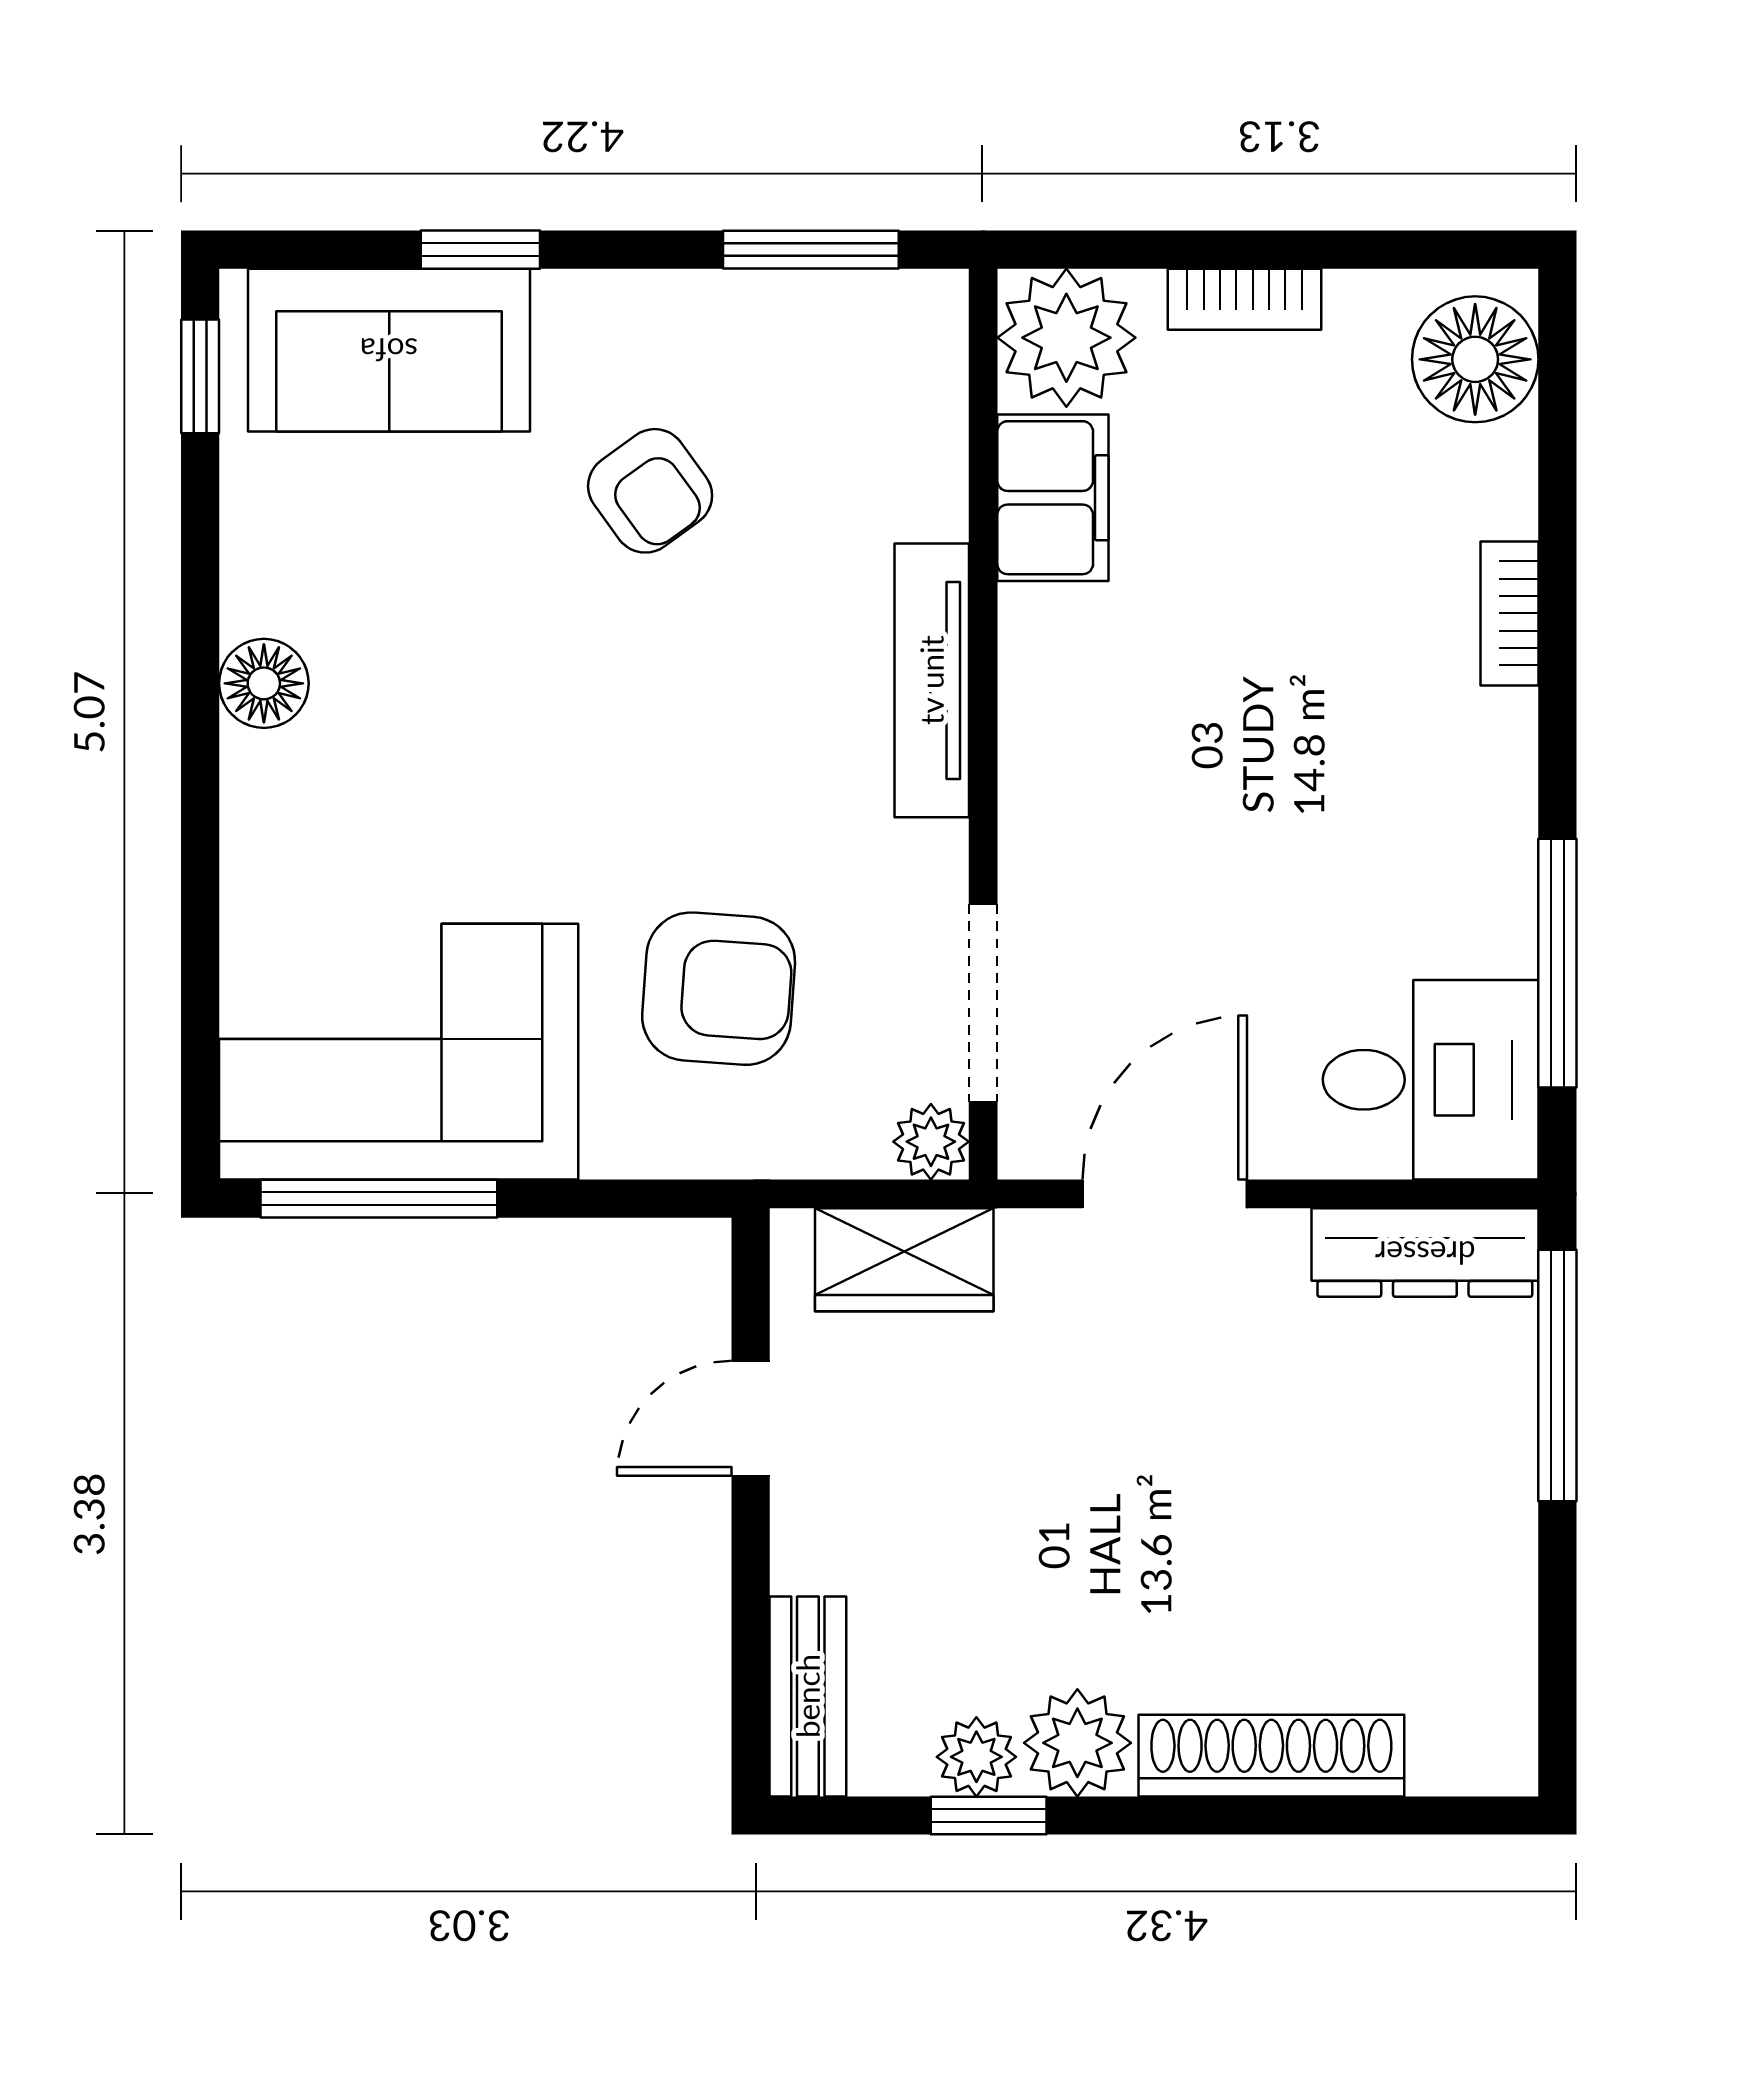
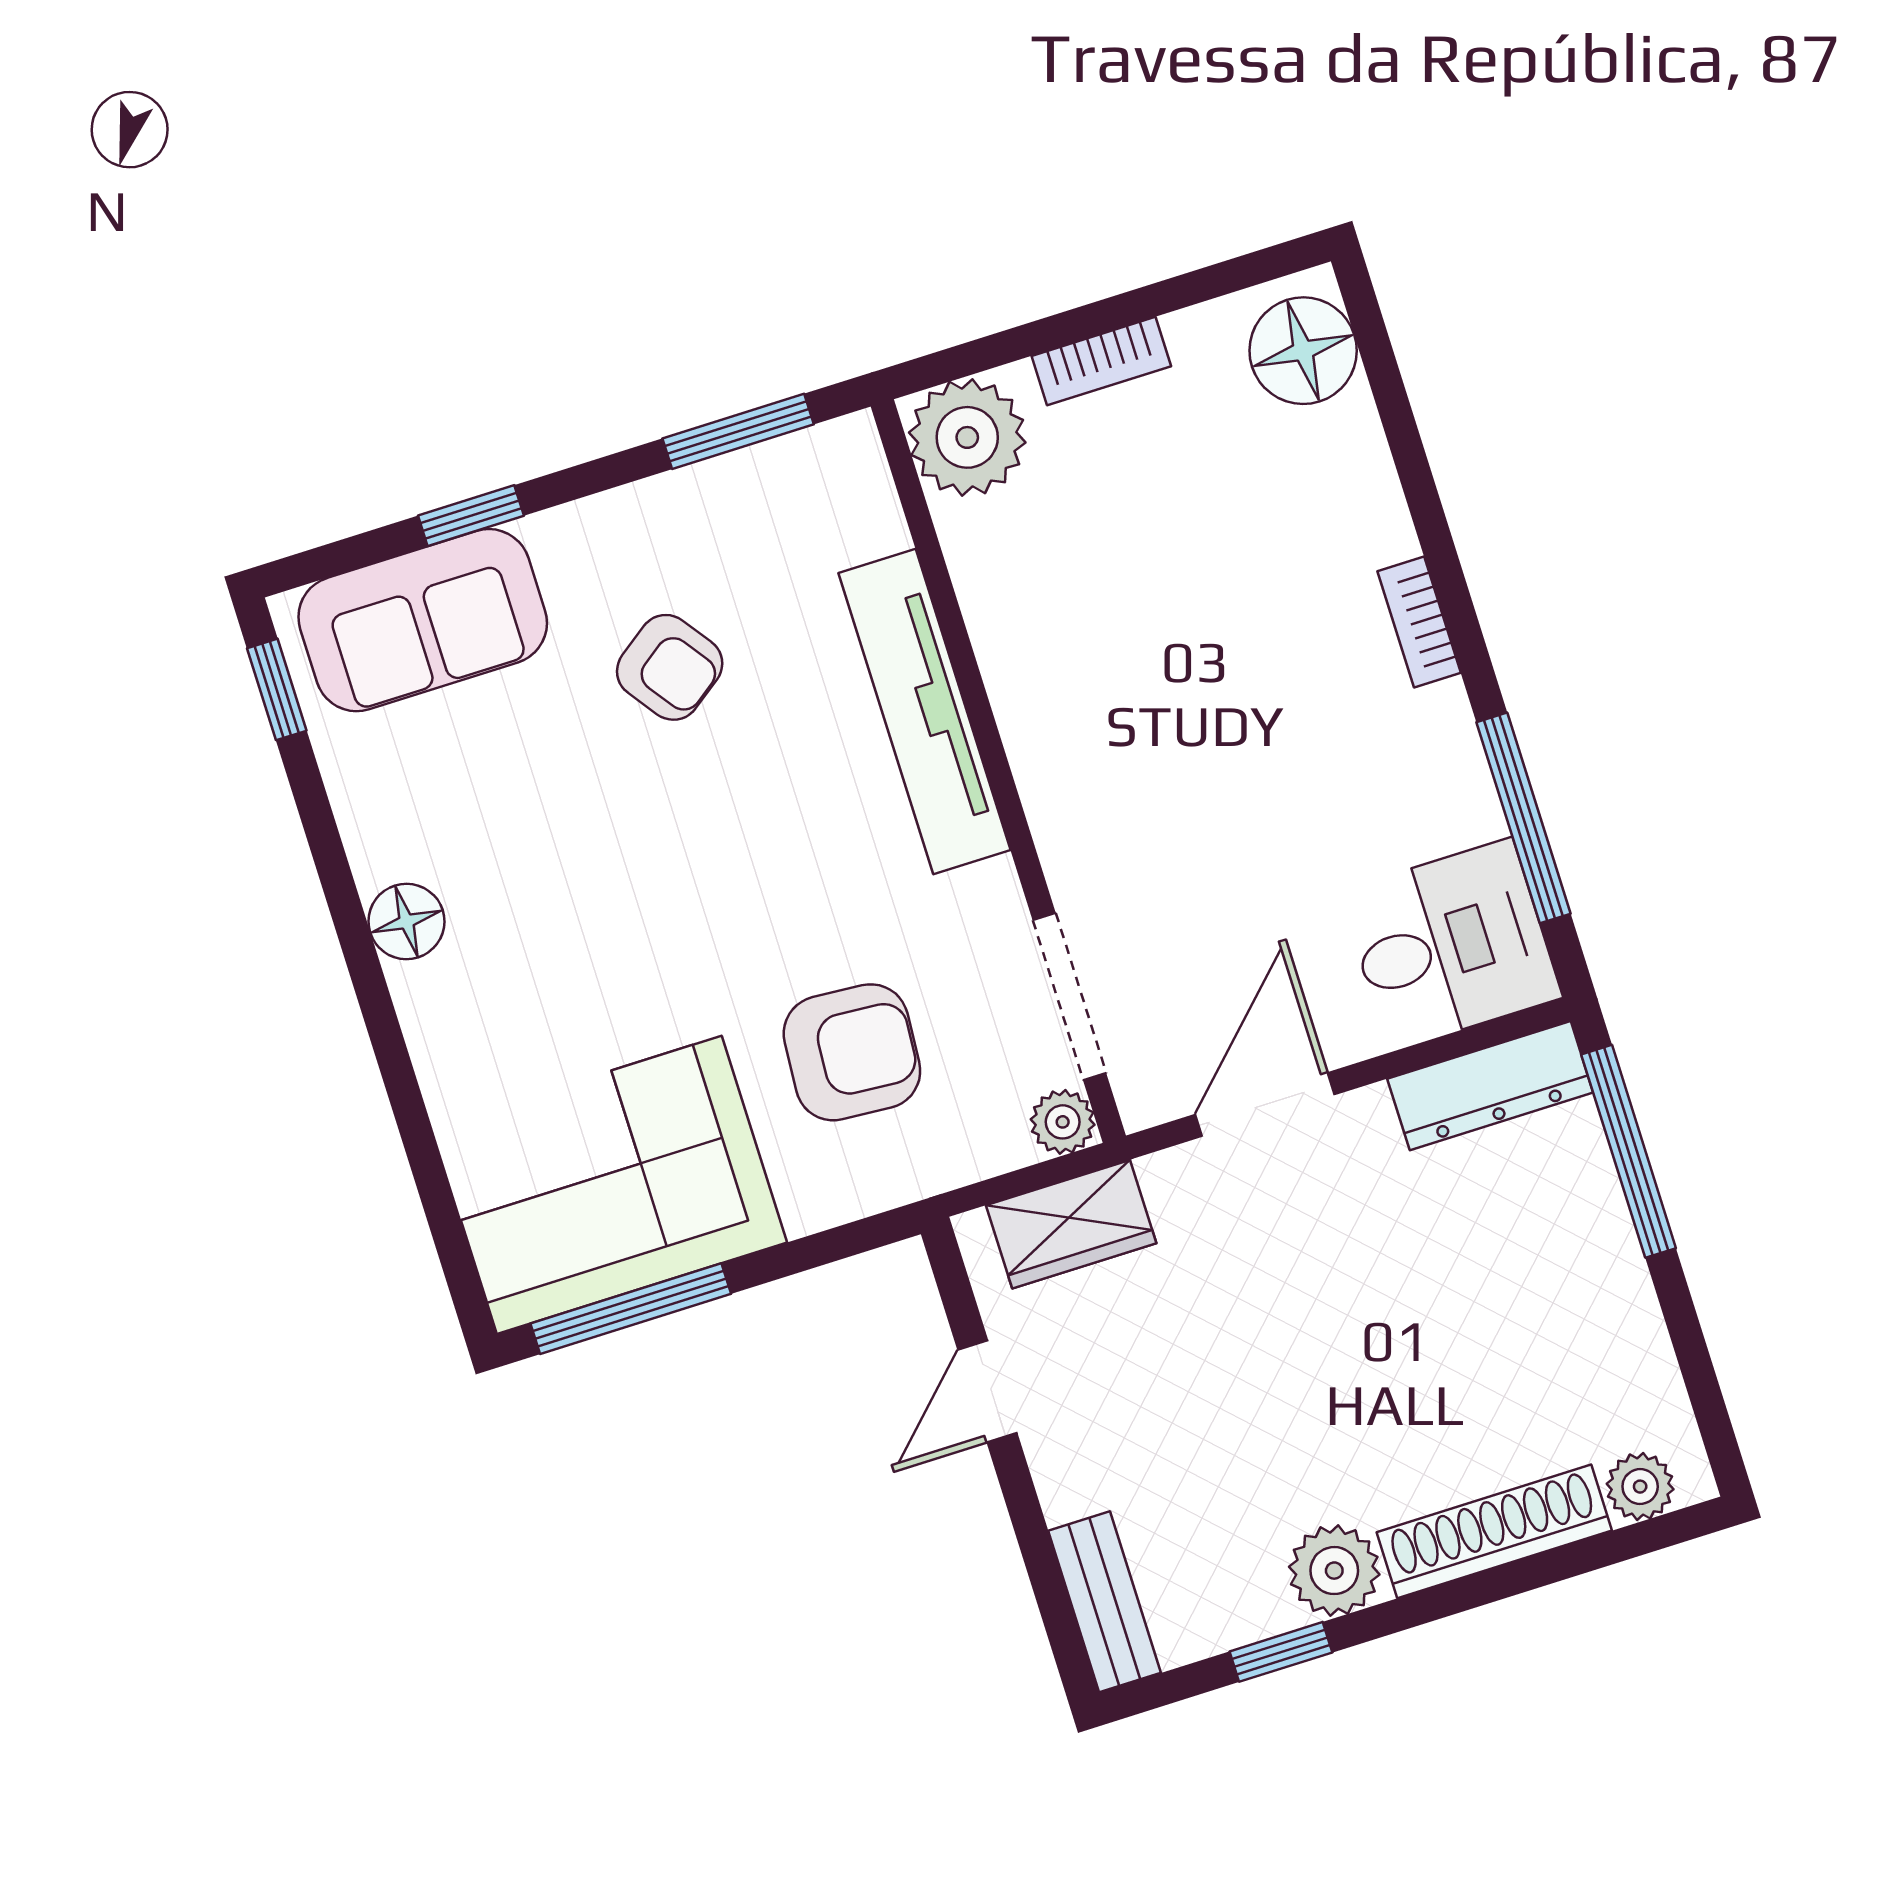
filing cabinet: (1053, 498) -> (997, 570), removed
bookcase: (1509, 613) -> (1419, 622), moved
tv unit: (932, 680) -> (925, 712), width x1.36, depth x1.29
plant: (976, 1757) -> (1640, 1487), moved

